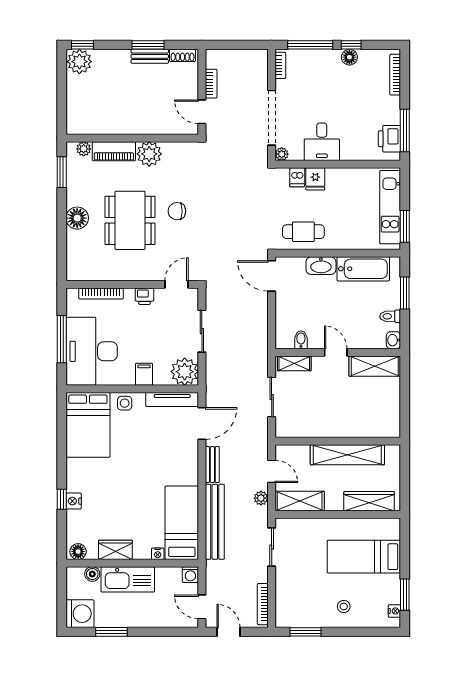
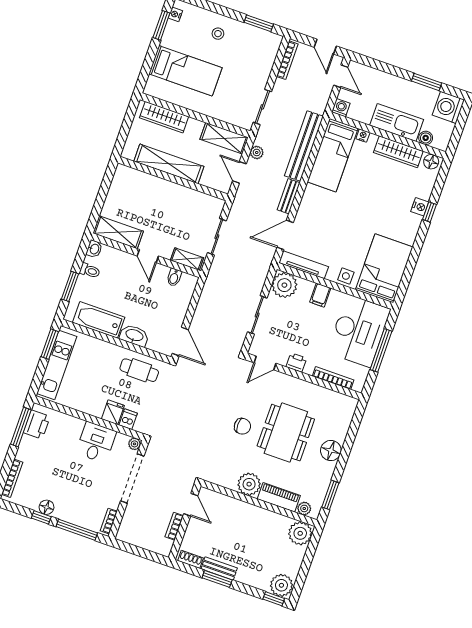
plant: (79, 122) -> (300, 533), added
wardrobe: (115, 550) -> (398, 152), width x1.50

